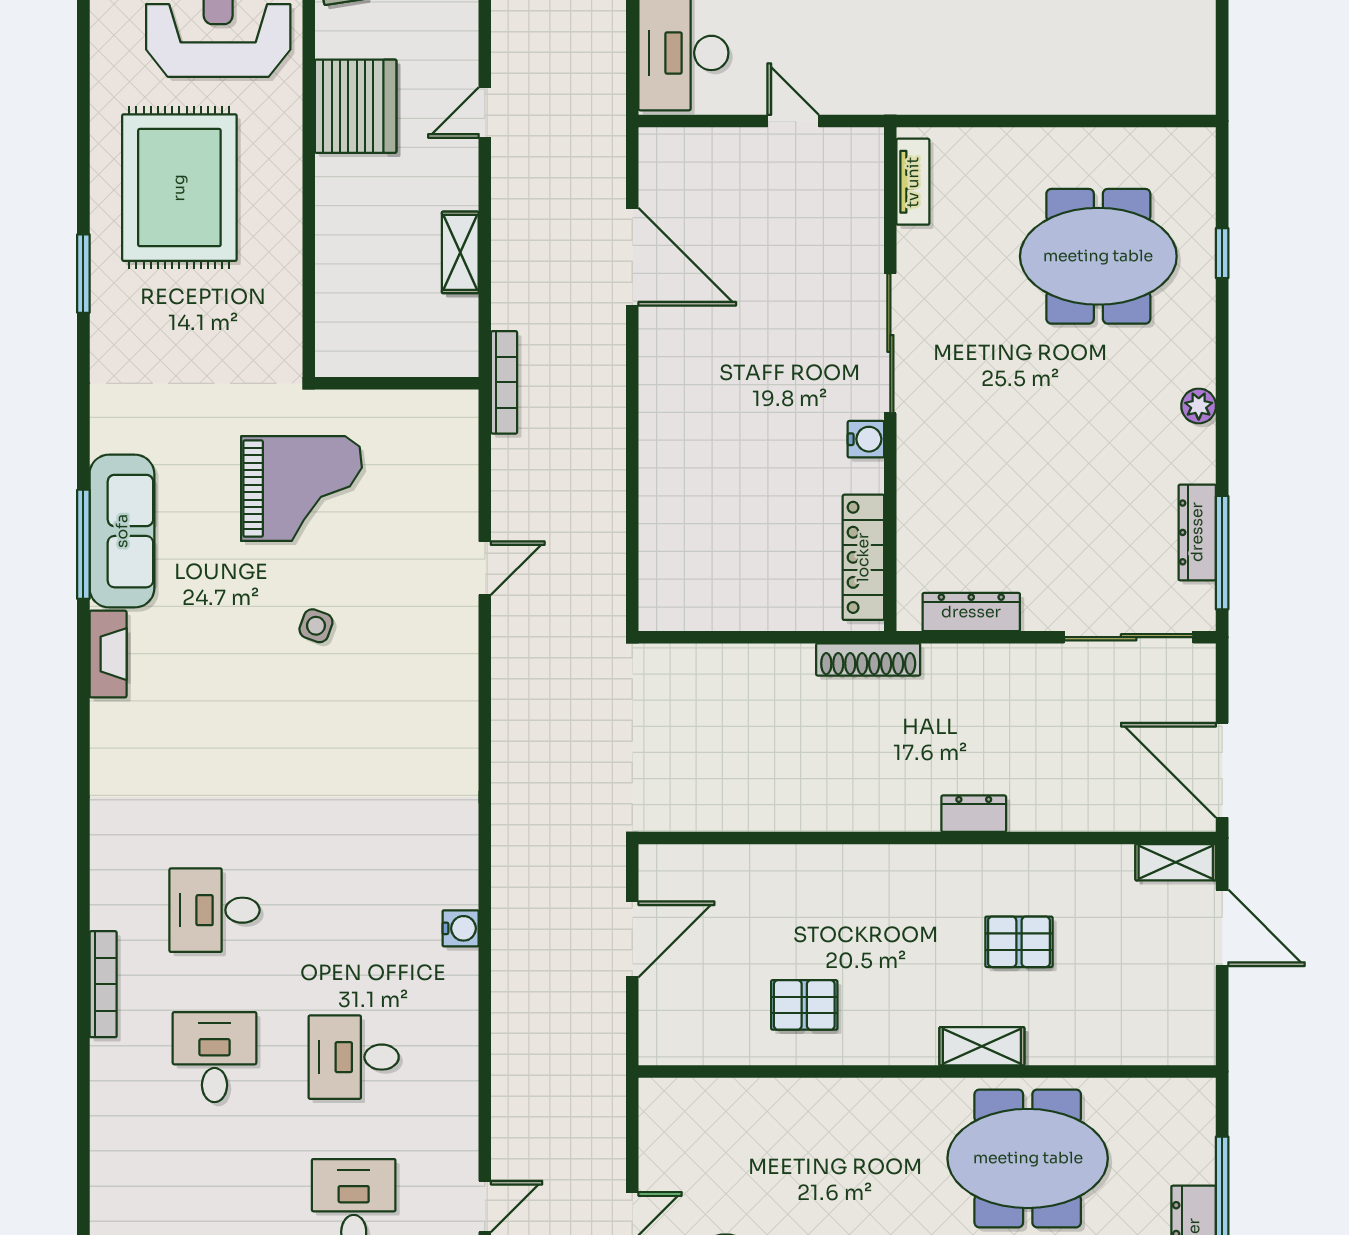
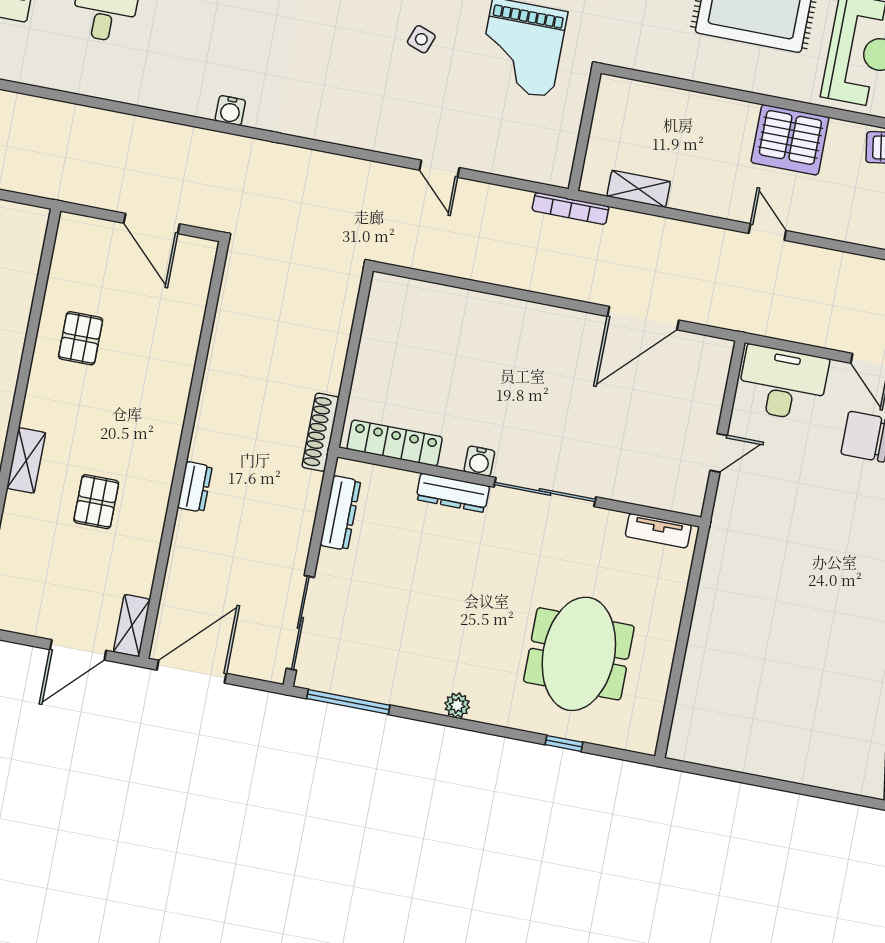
shelving: (460, 252) -> (639, 189), moved
dresser: (1197, 532) -> (453, 493), moved, turned 180
water cooler: (461, 928) -> (230, 110), moved

